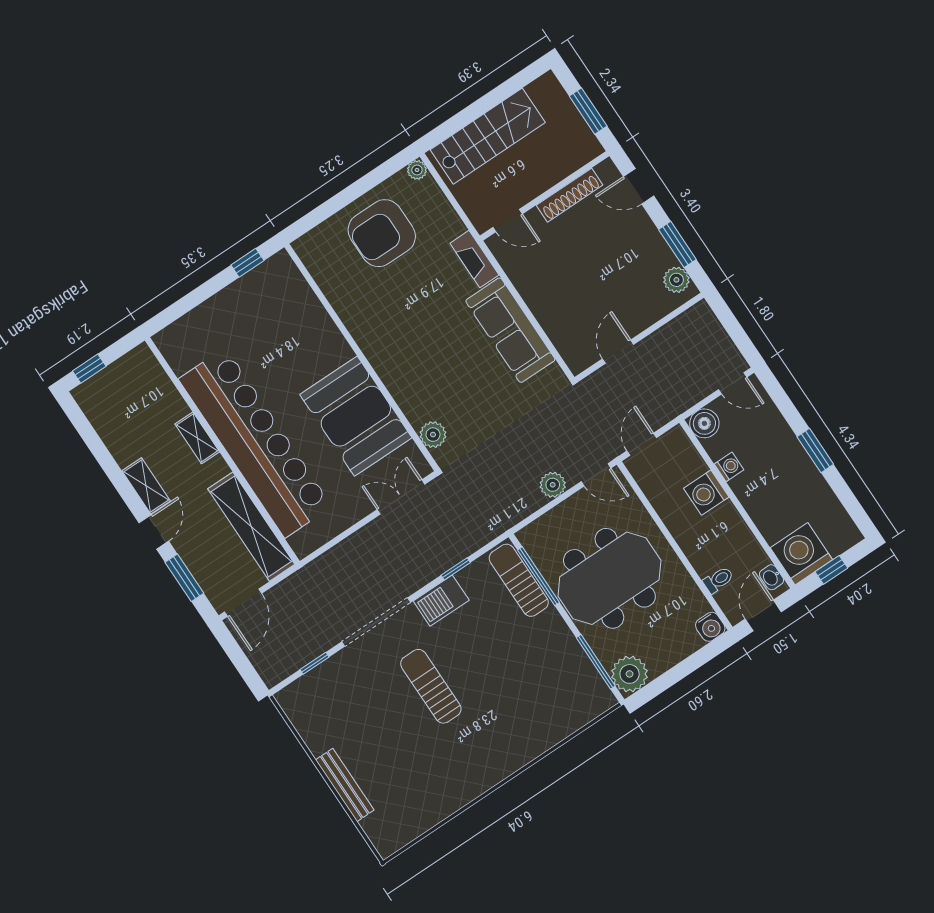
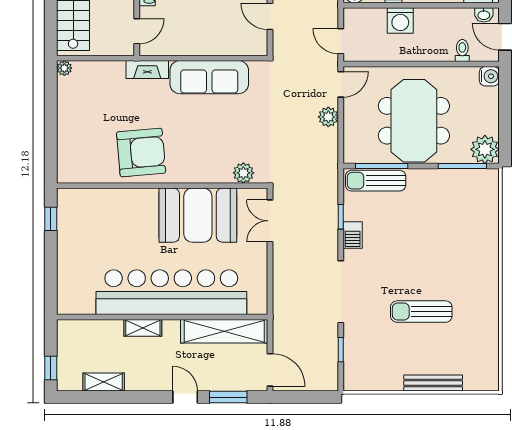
armchair: (382, 233) -> (141, 152), moved, turned -95
shelving: (146, 486) -> (104, 382), moved
barbecue: (441, 601) -> (353, 235), width x0.73, depth x0.79
sun lounger: (431, 686) -> (421, 312), moved

